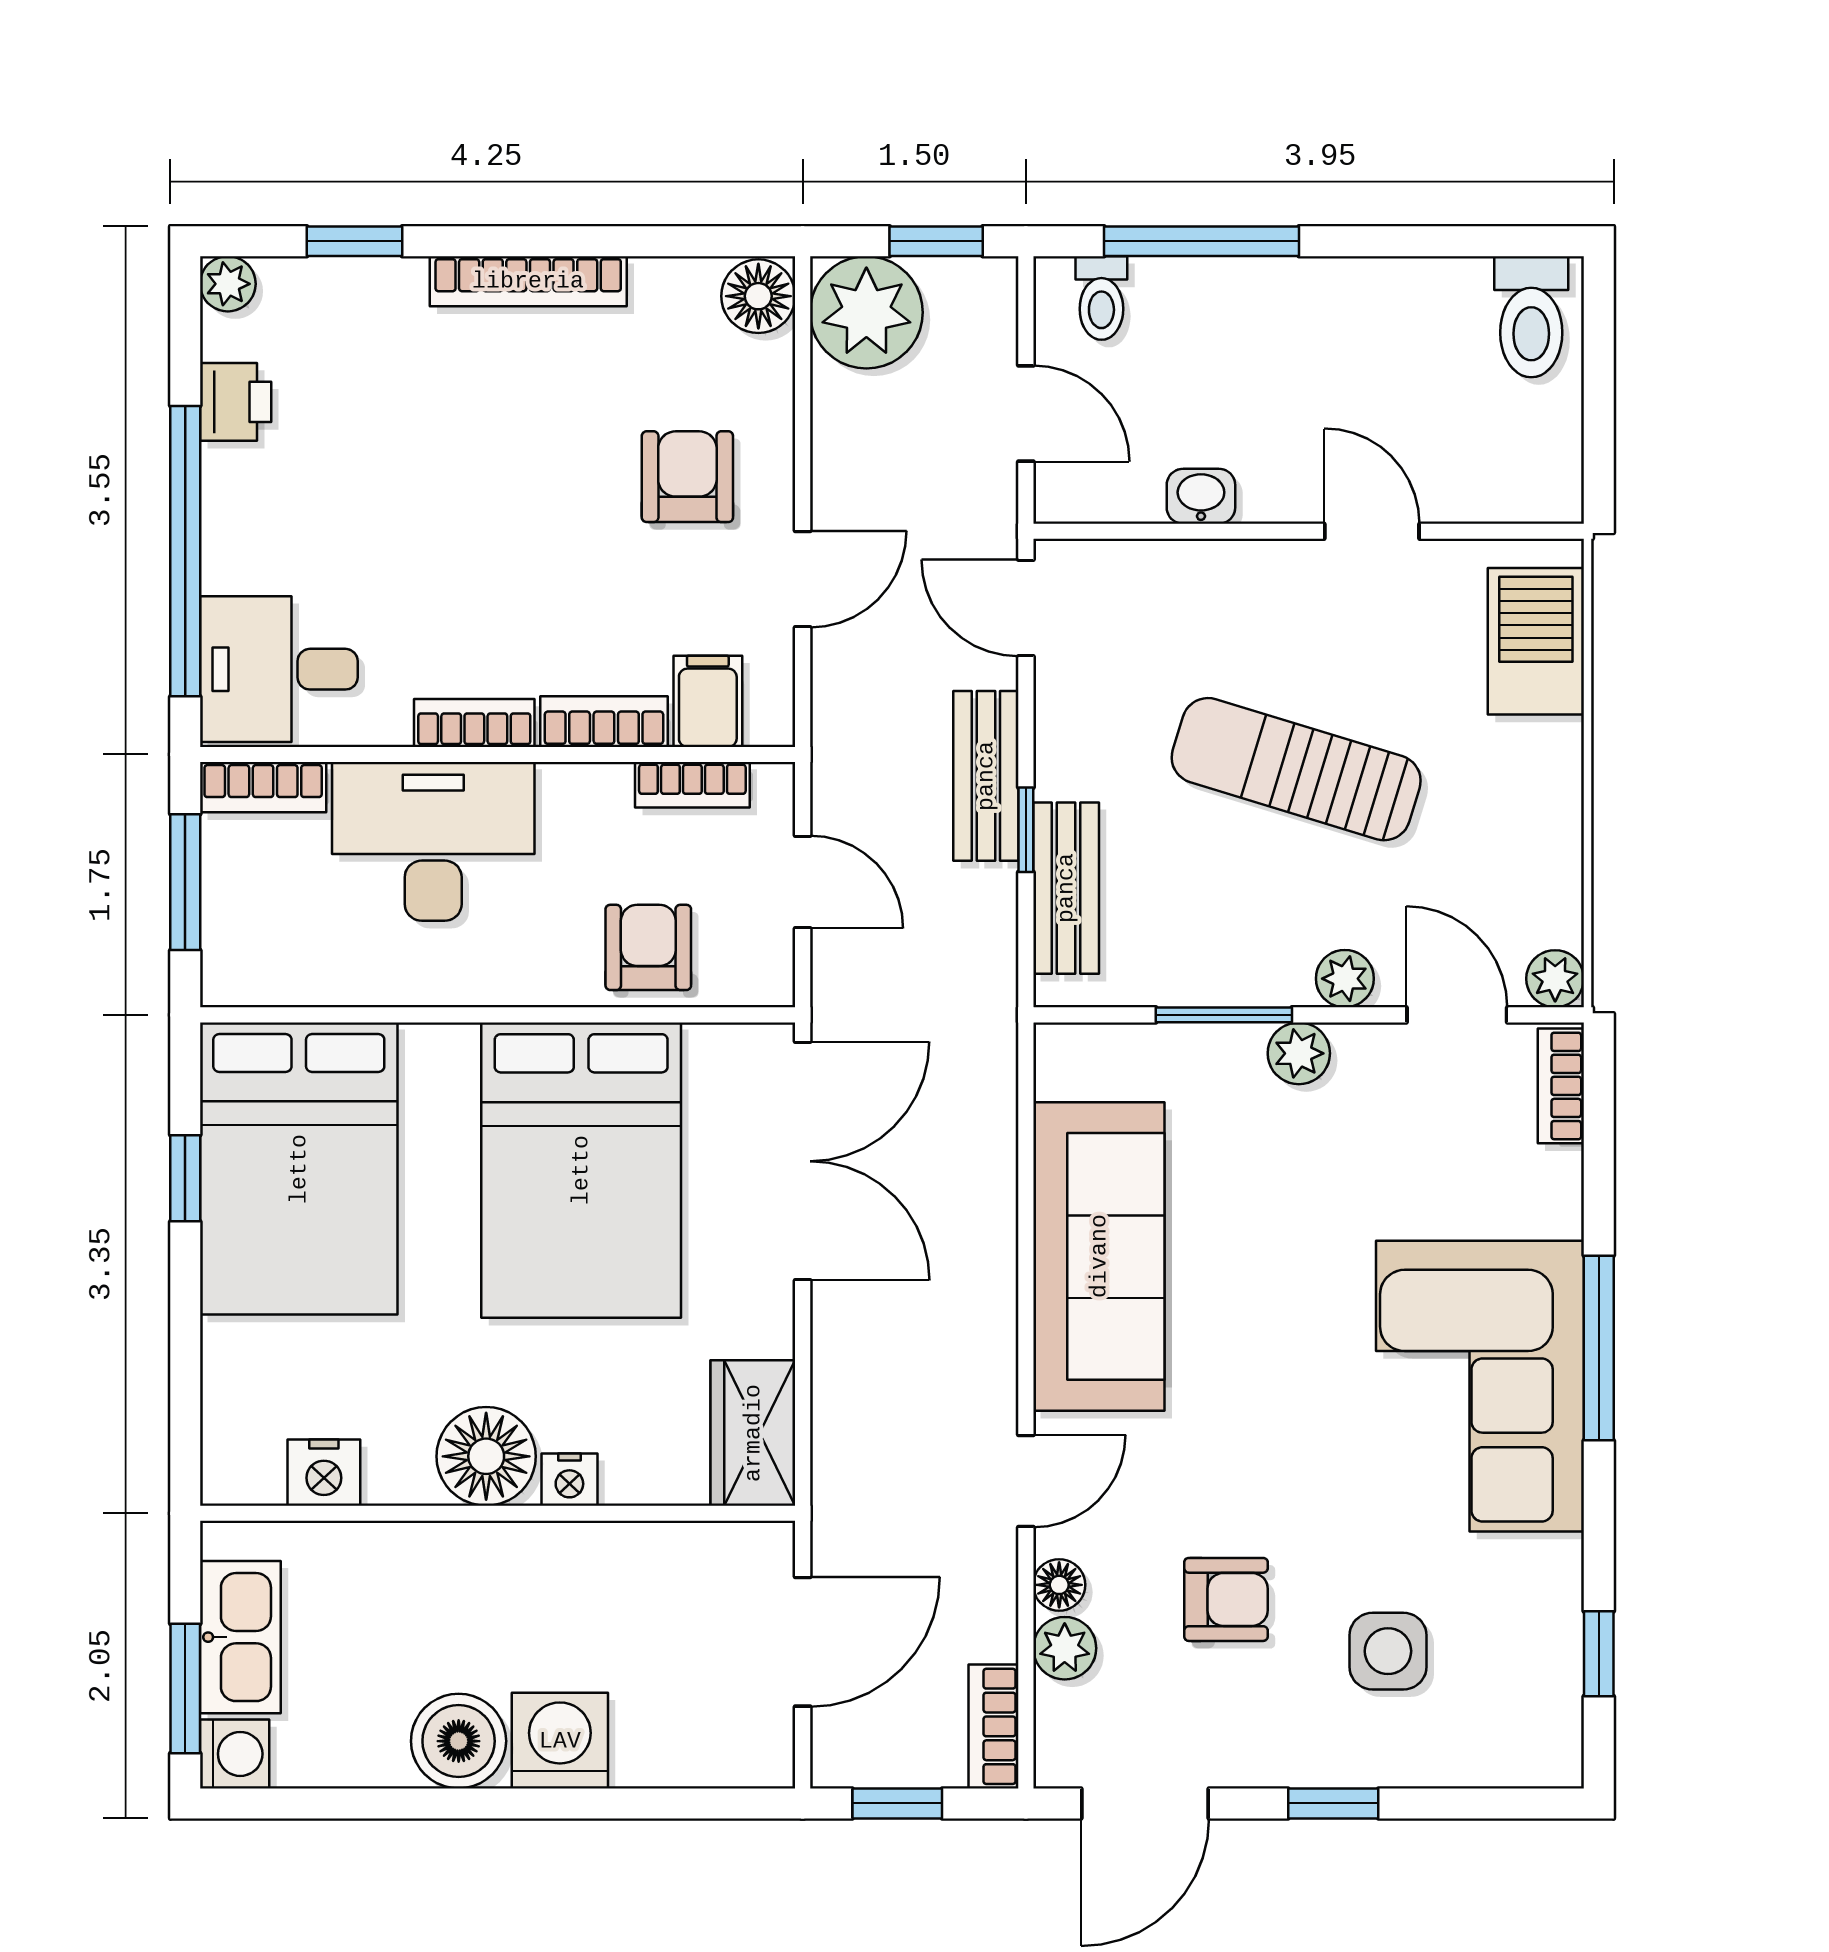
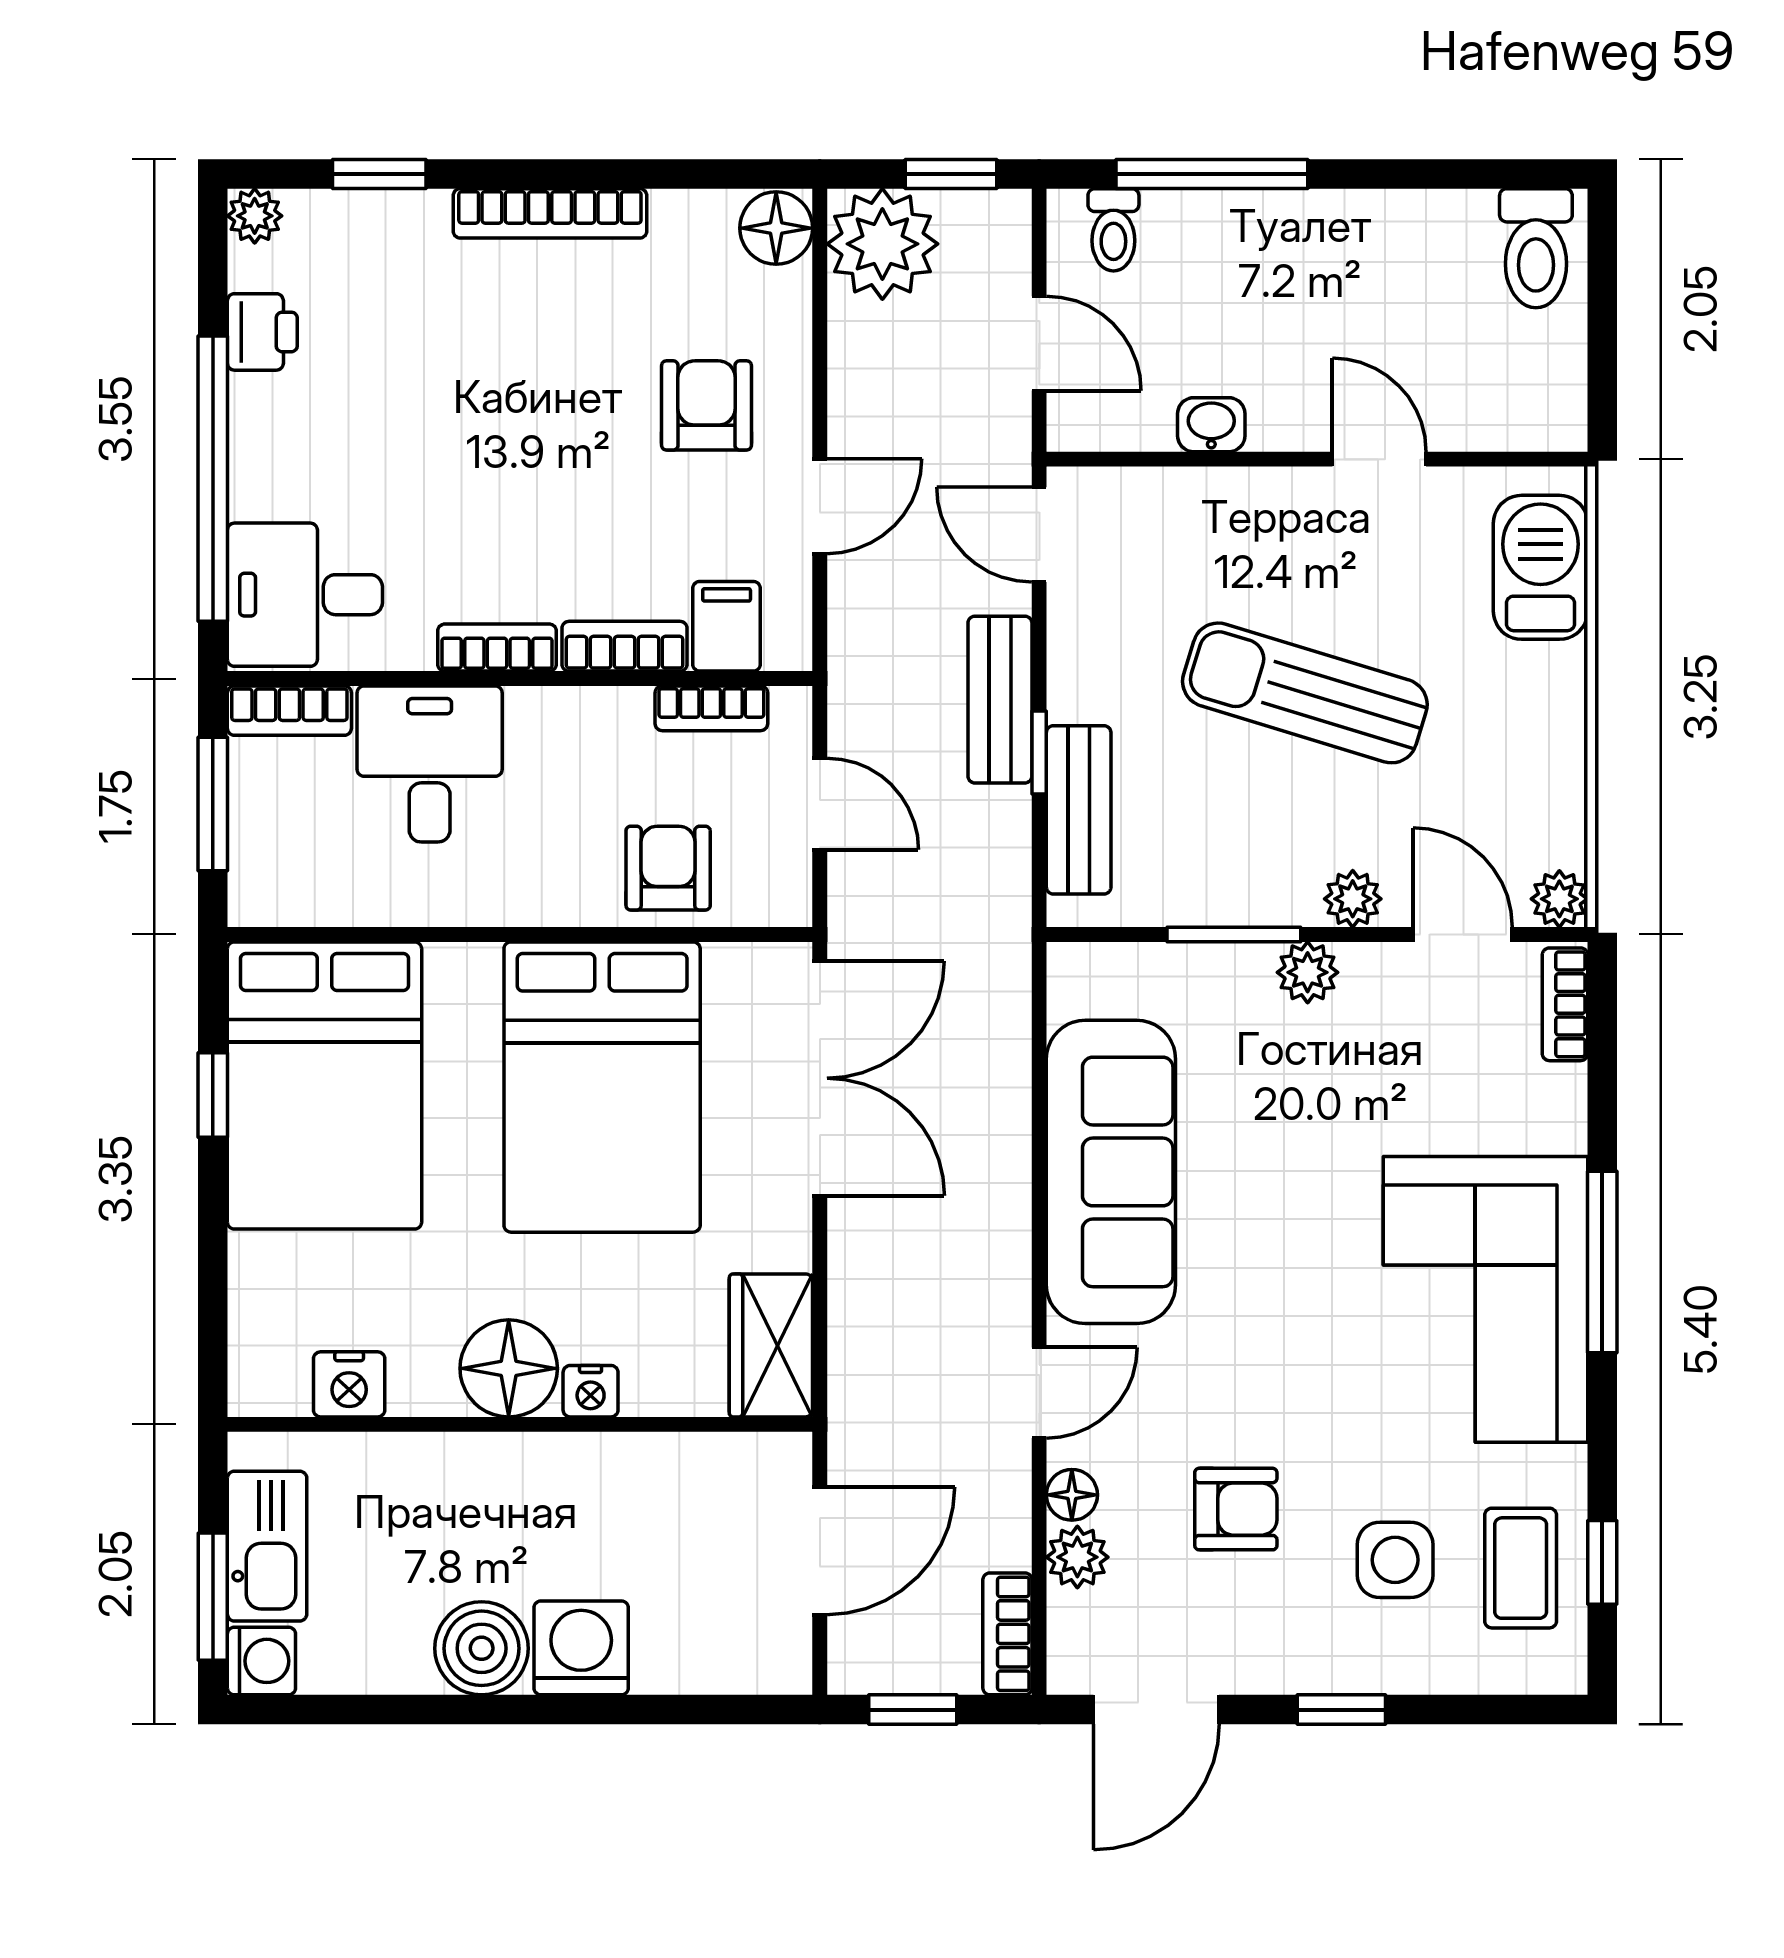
desk: (433, 841) -> (430, 764), width x0.73
coffee table: (1516, 1659) -> (1521, 1568), added

